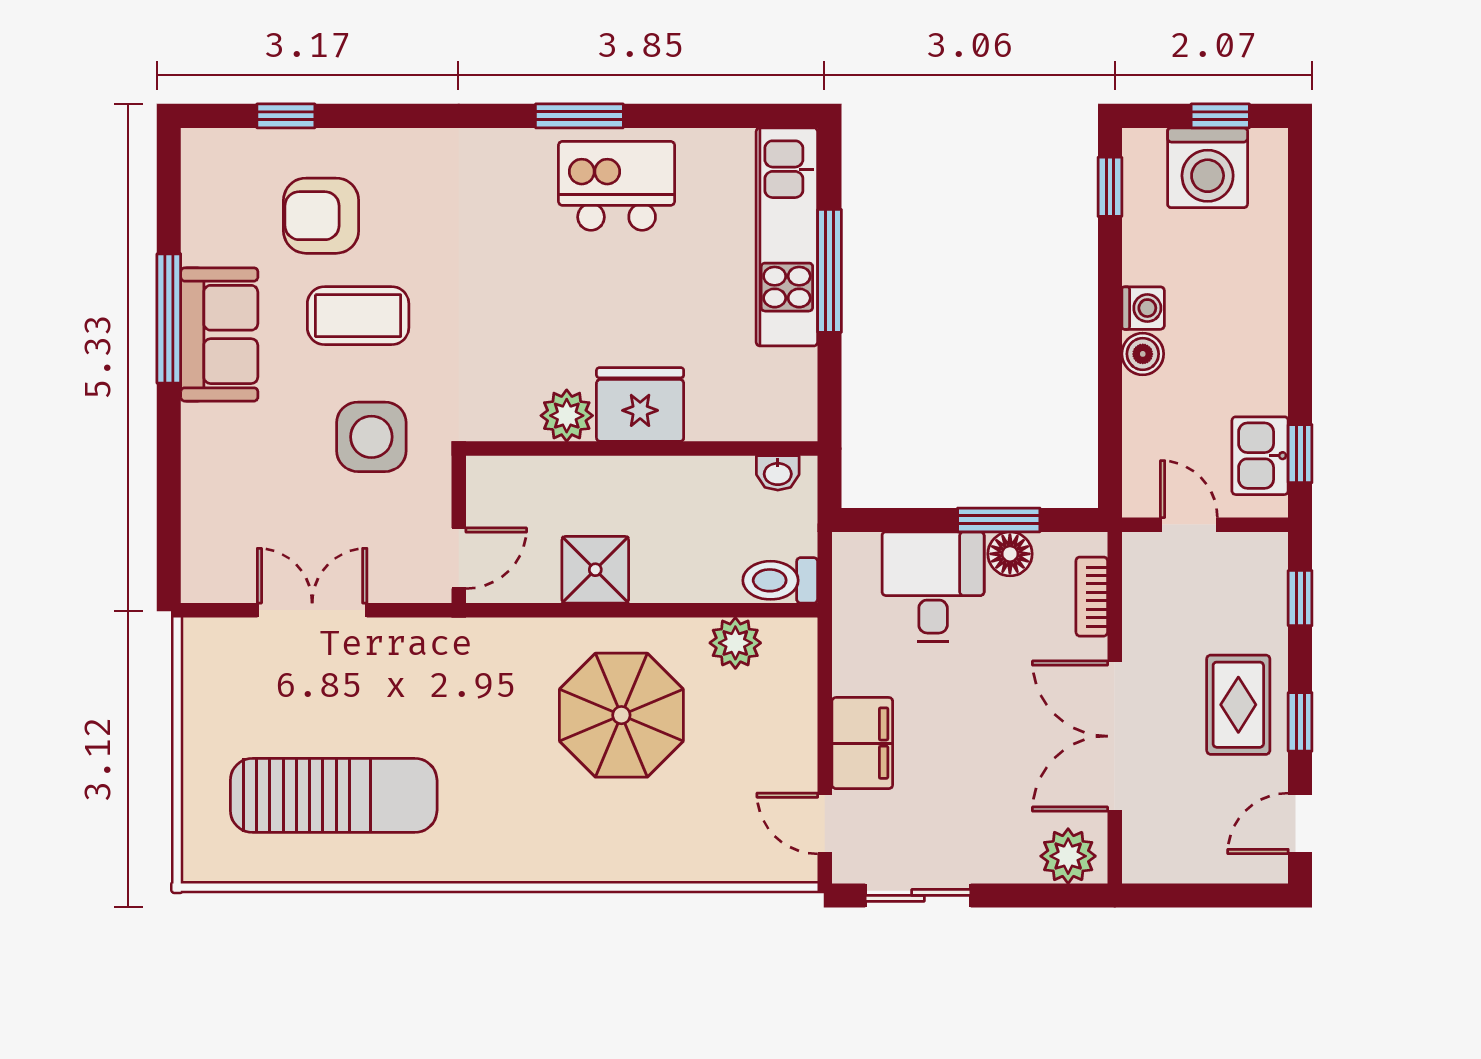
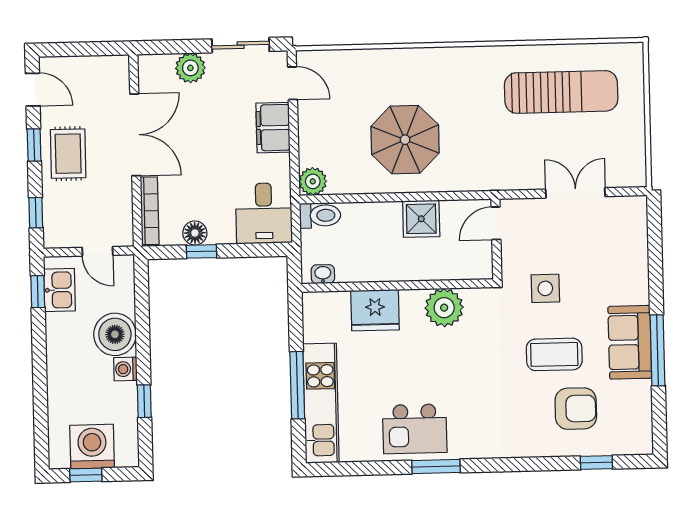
window: (1110, 187) -> (144, 401), moved
boiler: (1143, 354) -> (115, 334), width x1.86, depth x1.86
fridge: (640, 405) -> (375, 310), moved
plant: (567, 416) -> (444, 308), width x1.36, depth x1.36
side table: (371, 437) -> (545, 288), width x0.73, depth x0.73
window: (999, 520) -> (201, 251), width x0.67
desk: (933, 587) -> (264, 213), moved
bookcase: (1092, 597) -> (150, 211), width x1.56
double door: (312, 610) -> (575, 193), swing flipped
plant: (735, 643) -> (313, 181), moved
sun lounger: (334, 795) -> (561, 92), turned 180
door: (1300, 823) -> (33, 90), hinge flipped
plant: (1068, 856) -> (190, 68), moved

